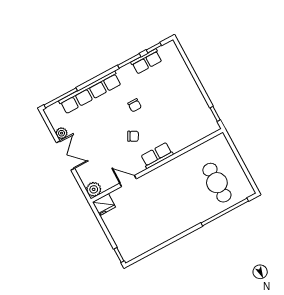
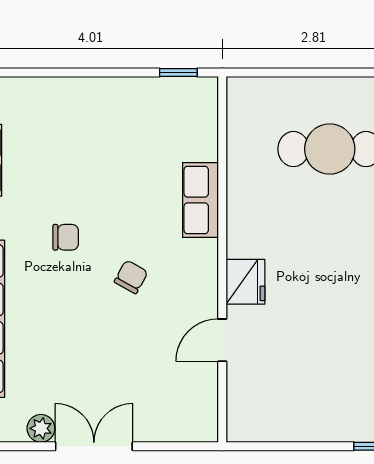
row of seats: (157, 155) -> (200, 200), moved
plant: (94, 189) -> (200, 424), removed
fridge: (104, 205) -> (246, 282), moved

